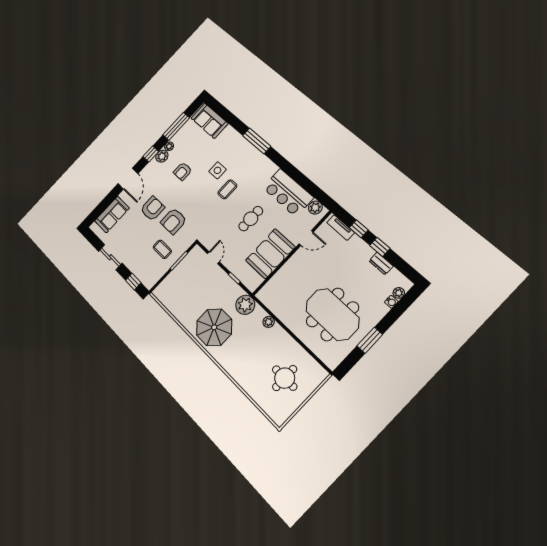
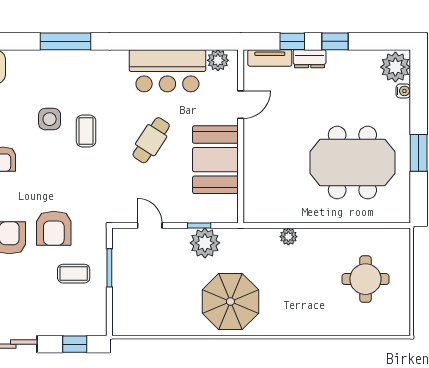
cafe table: (251, 219) -> (151, 140), turned 33
dresser: (381, 263) -> (310, 59), moved
plant: (399, 293) -> (395, 67), width x1.88, depth x1.88
plant: (245, 305) -> (205, 243), moved

